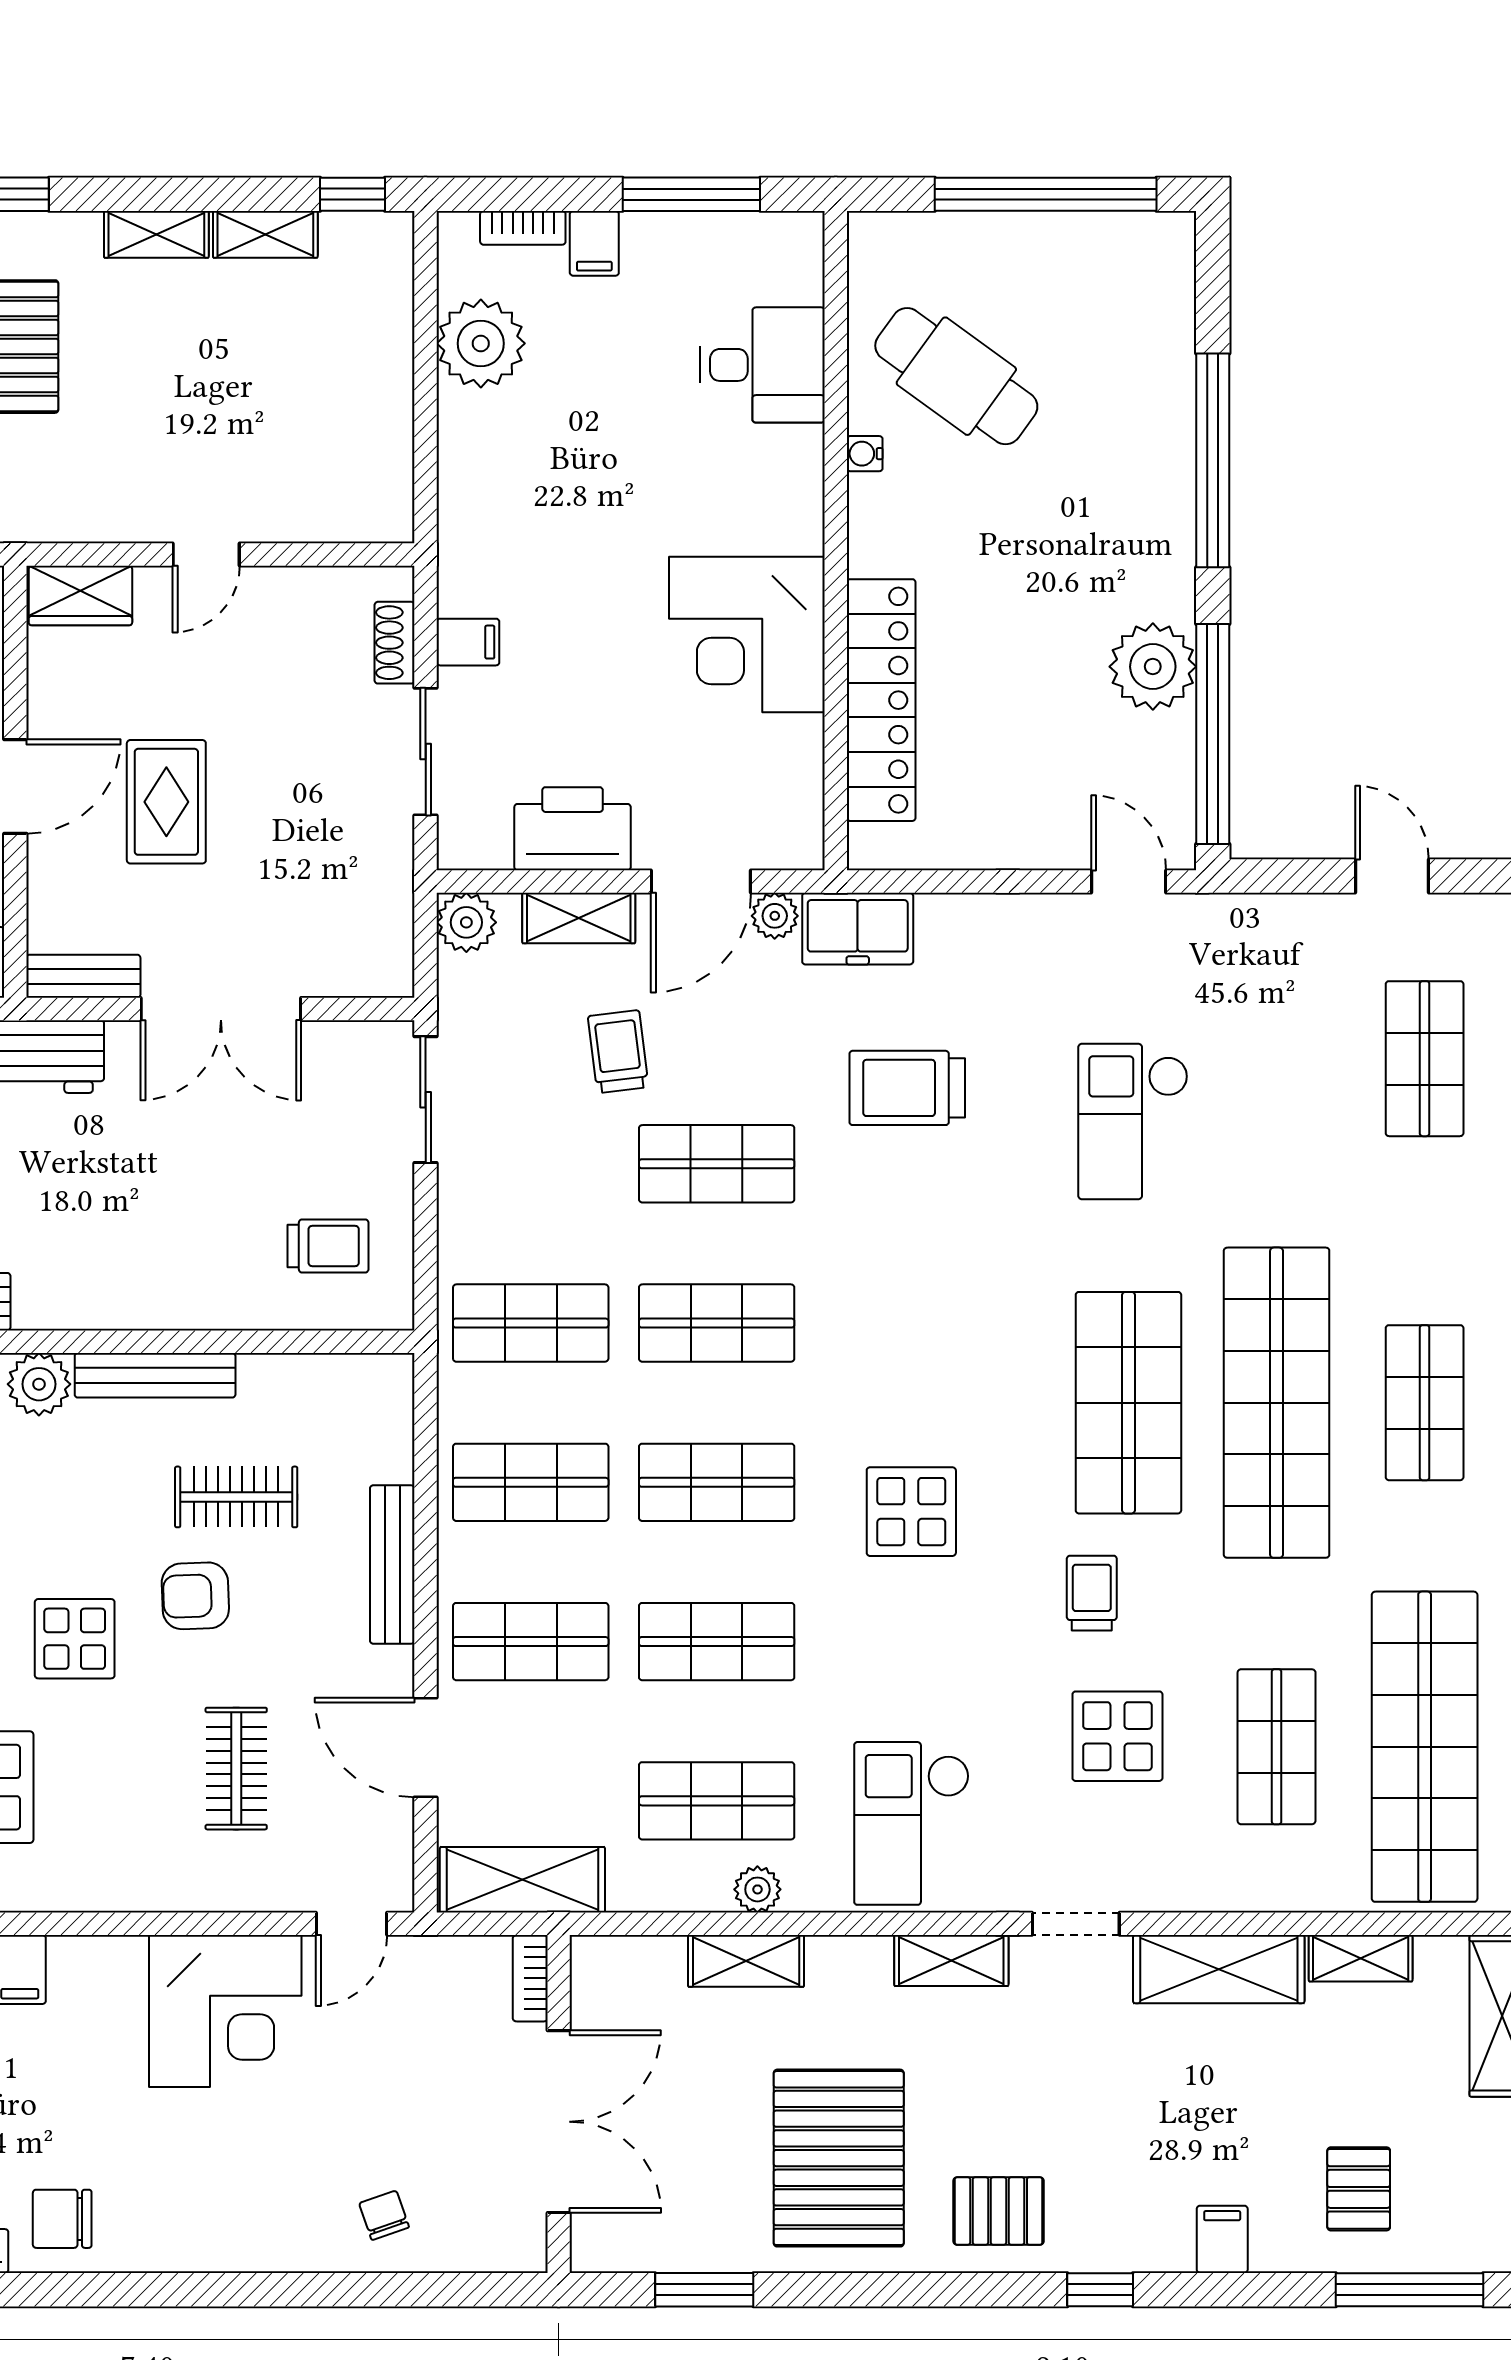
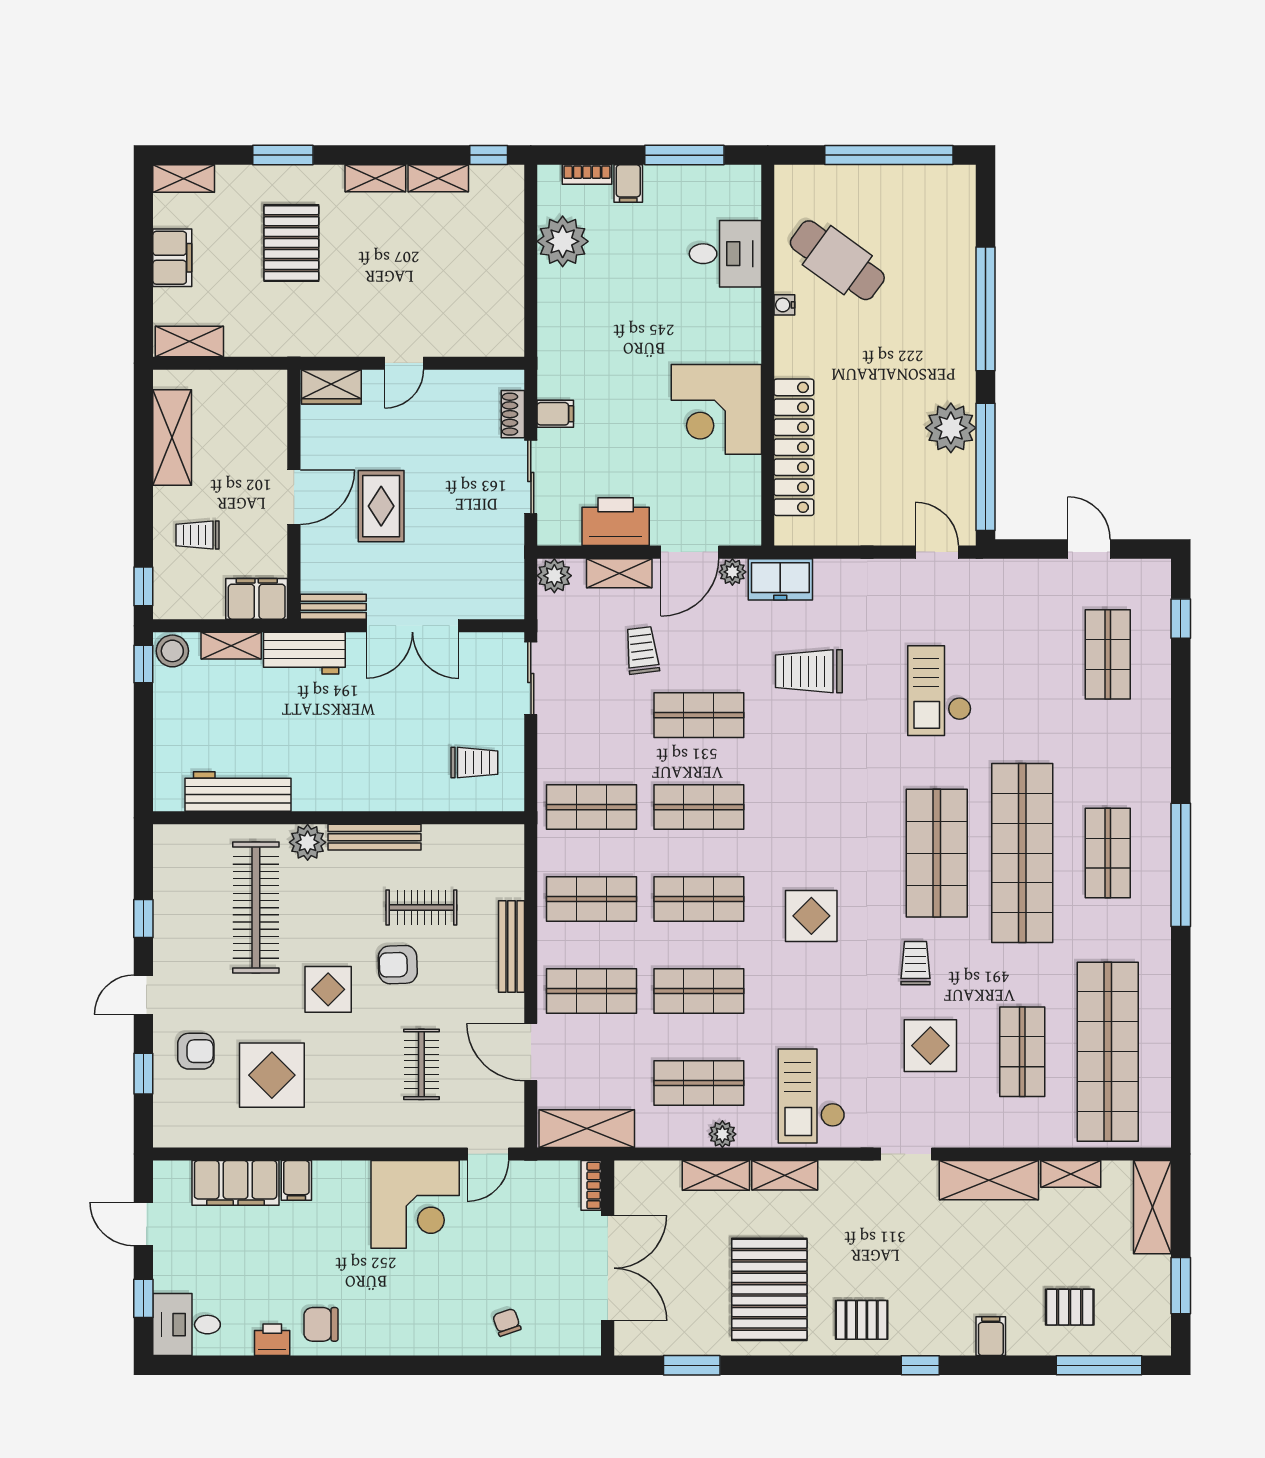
shelving: (951, 1961) -> (785, 1175), moved
pallet: (1359, 2189) -> (1070, 1307), turned 90

